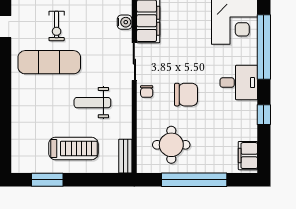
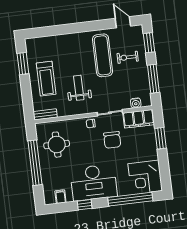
desk: (239, 83) -> (94, 182), width x1.87, depth x1.30
chair: (186, 95) -> (112, 140), moved
filing cabinet: (248, 156) -> (60, 197), width x0.50

